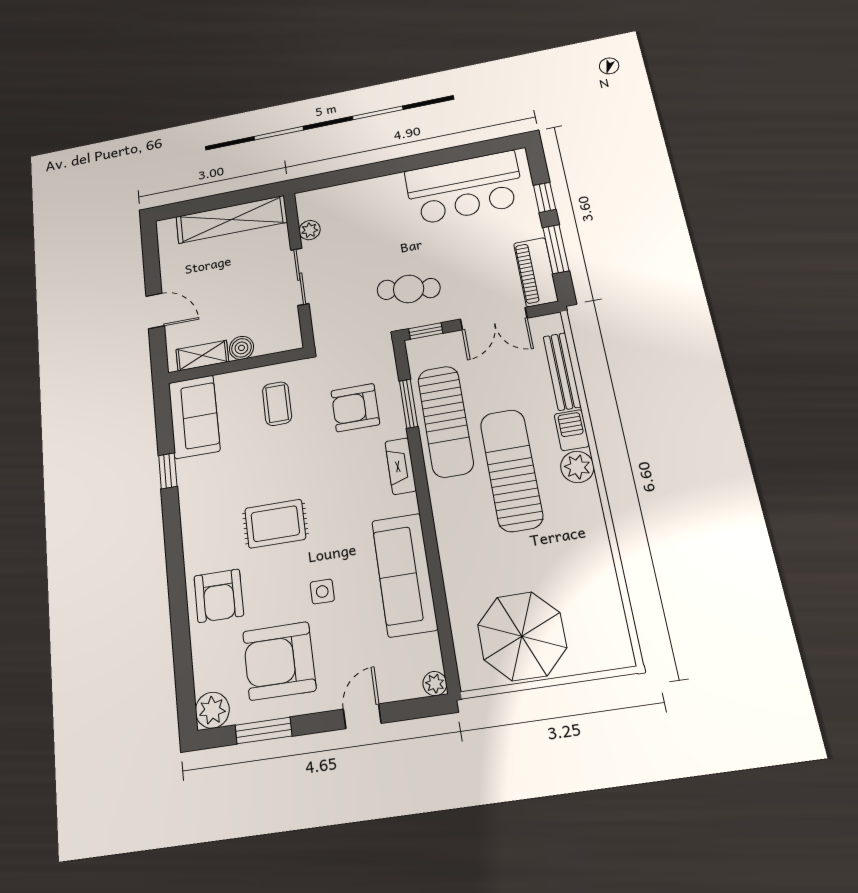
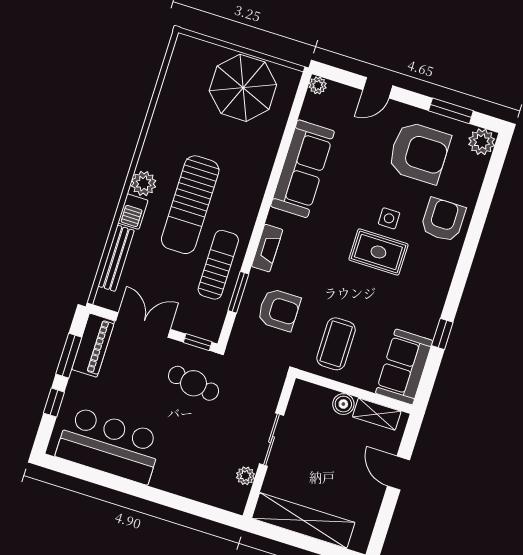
coffee table: (277, 404) -> (336, 344), width x1.36, depth x1.30
sun lounger: (446, 421) -> (218, 265), width x0.73, depth x0.75
side table: (322, 592) -> (389, 218), moved

